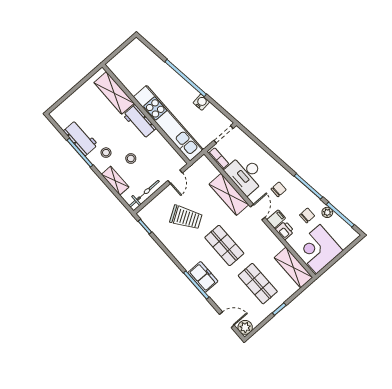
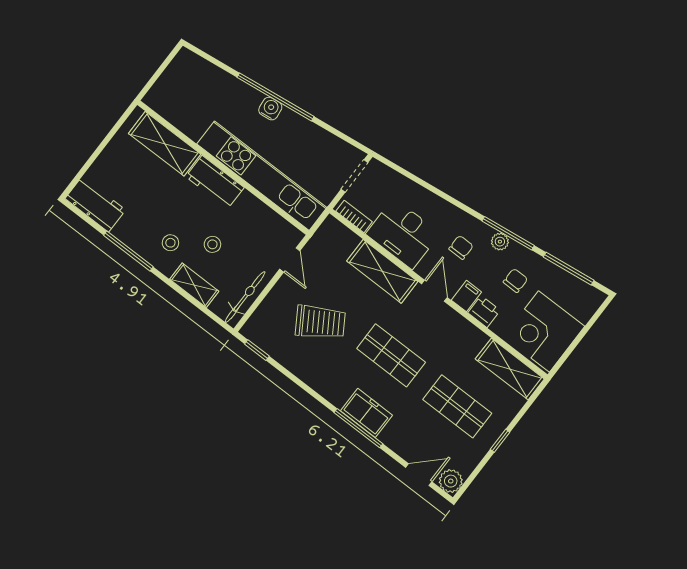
water cooler: (201, 102) -> (270, 109), moved
workbench: (81, 138) -> (95, 204), moved
plant: (327, 212) -> (500, 242), moved

